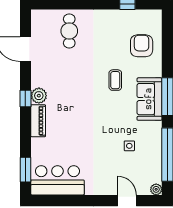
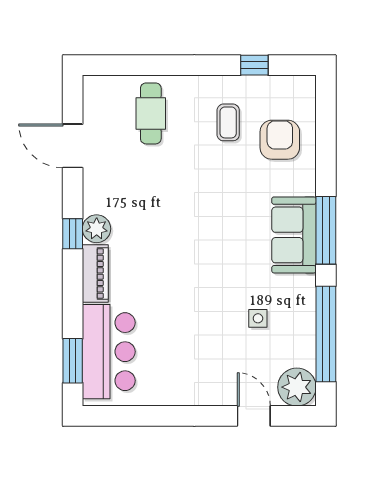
coffee table: (115, 80) -> (228, 122), moved
bar counter: (57, 180) -> (109, 352), moved, turned 90
plant: (156, 189) -> (297, 387), width x1.87, depth x1.87

